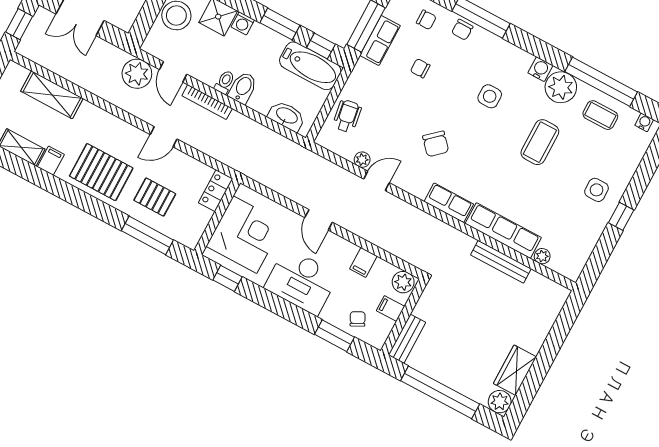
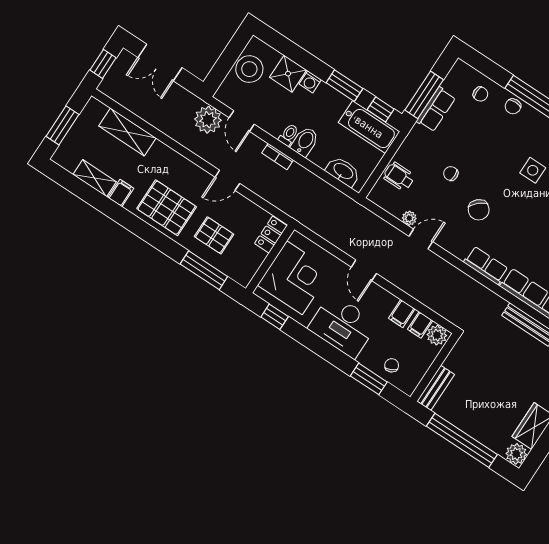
chair: (420, 68) -> (451, 173), moved
bookcase: (207, 102) -> (278, 156), width x0.64
wheelchair: (347, 116) -> (399, 177), turned -81
filing cabinet: (391, 309) -> (420, 325), moved, turned -90

